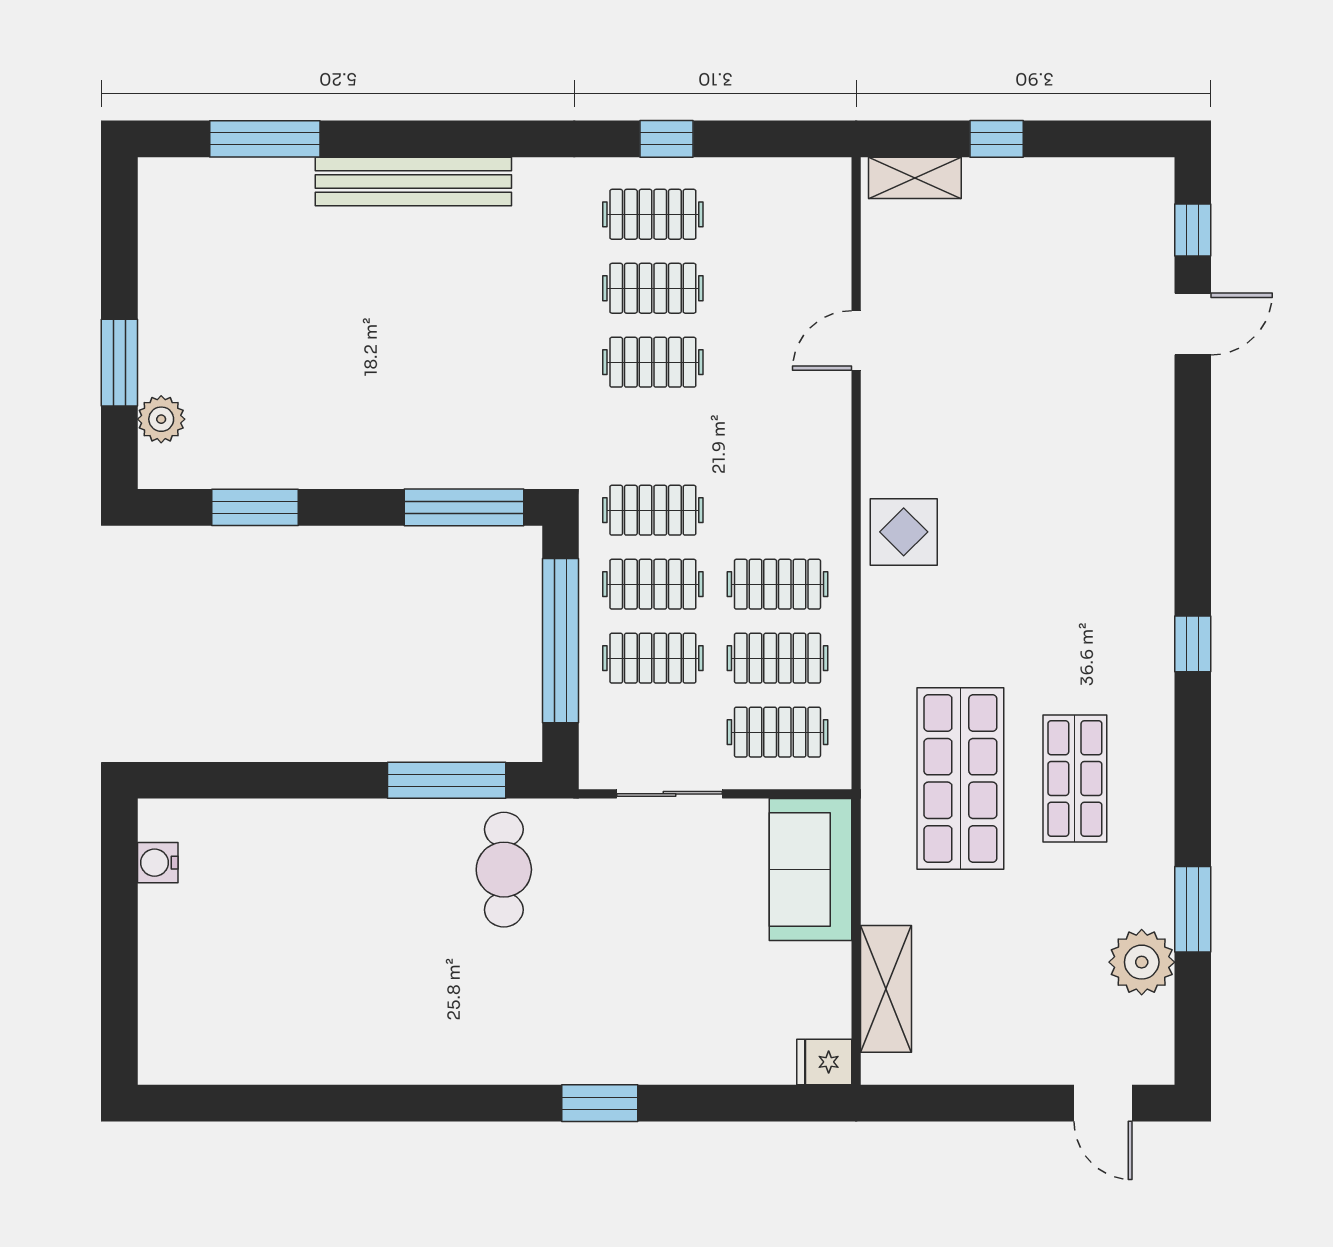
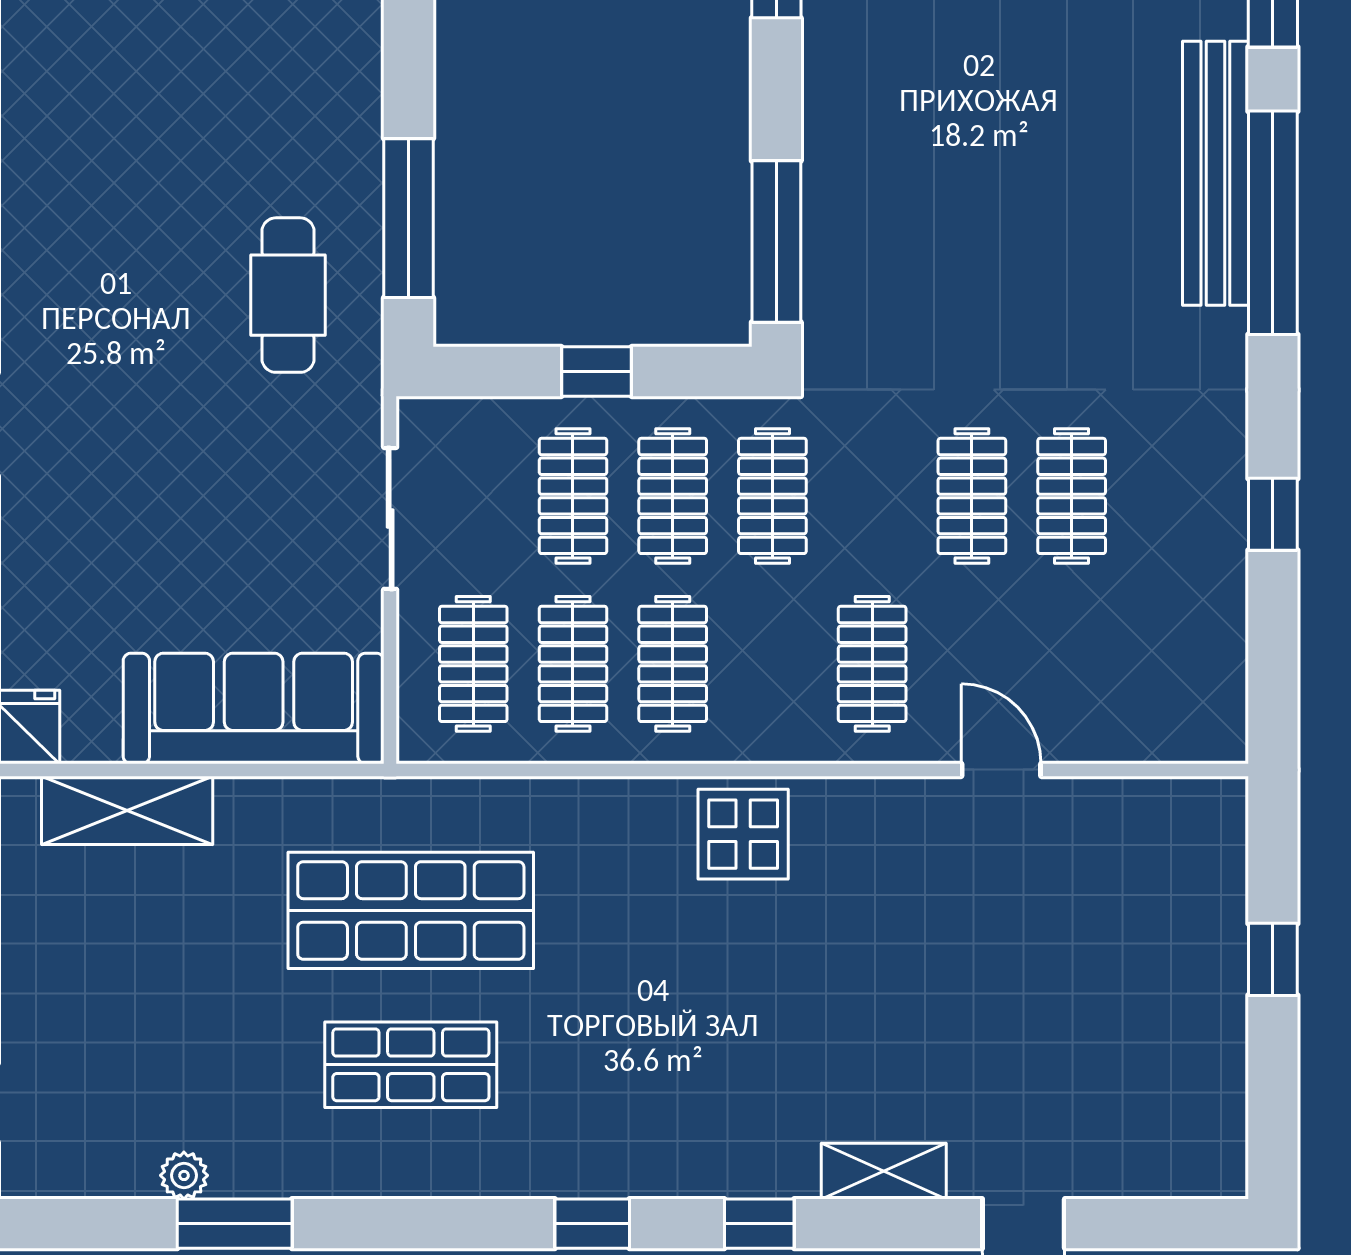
window: (450, 139) -> (1273, 223), added
shelving: (915, 178) -> (884, 1171), moved, turned 90
clothes rail: (653, 214) -> (872, 664), moved
window: (1193, 230) -> (759, 1224), moved
window: (561, 641) -> (597, 372), width x0.32
sofa: (811, 869) -> (254, 708), width x1.36
cafe table: (504, 870) -> (288, 295), turned 90
plant: (1142, 962) -> (184, 1175), width x0.53, depth x0.53

